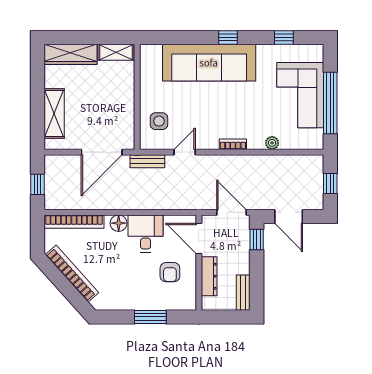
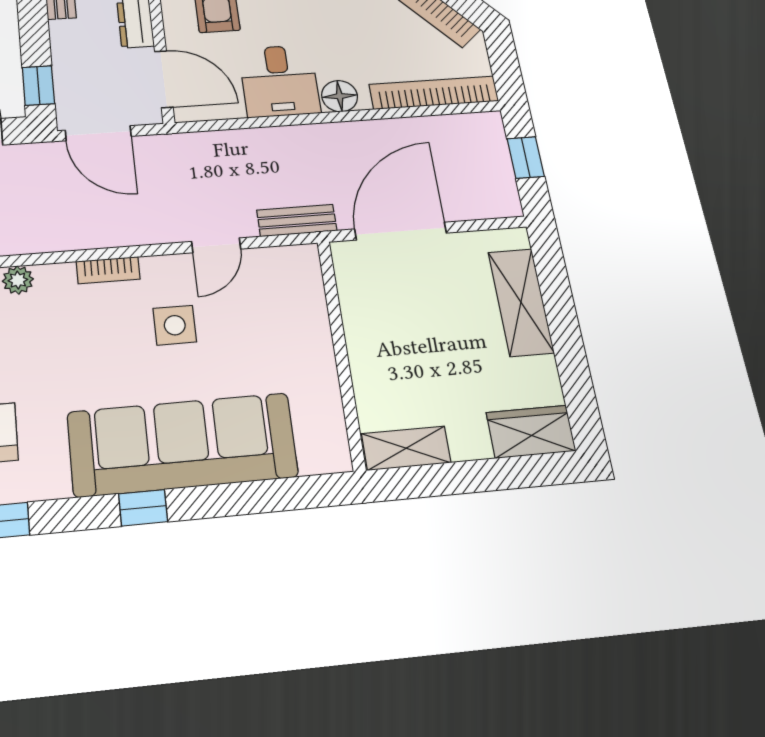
wardrobe: (71, 54) -> (531, 432), width x0.67
side table: (159, 121) -> (175, 325), moved

